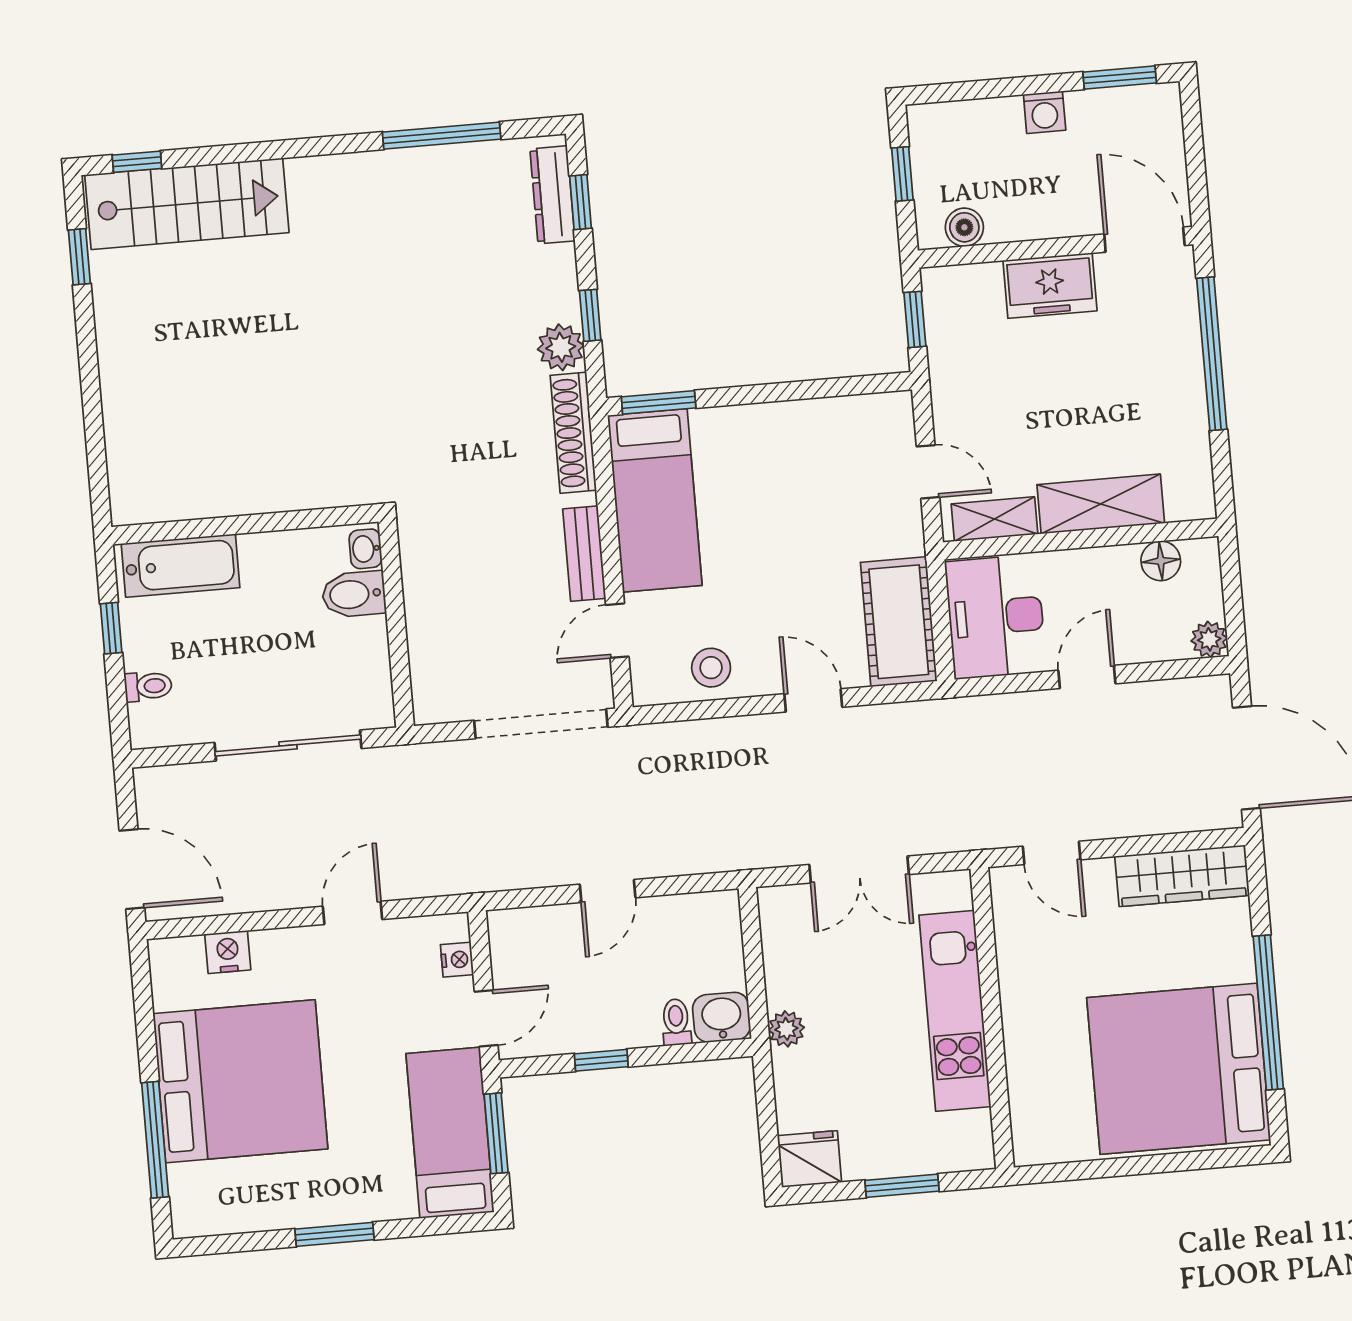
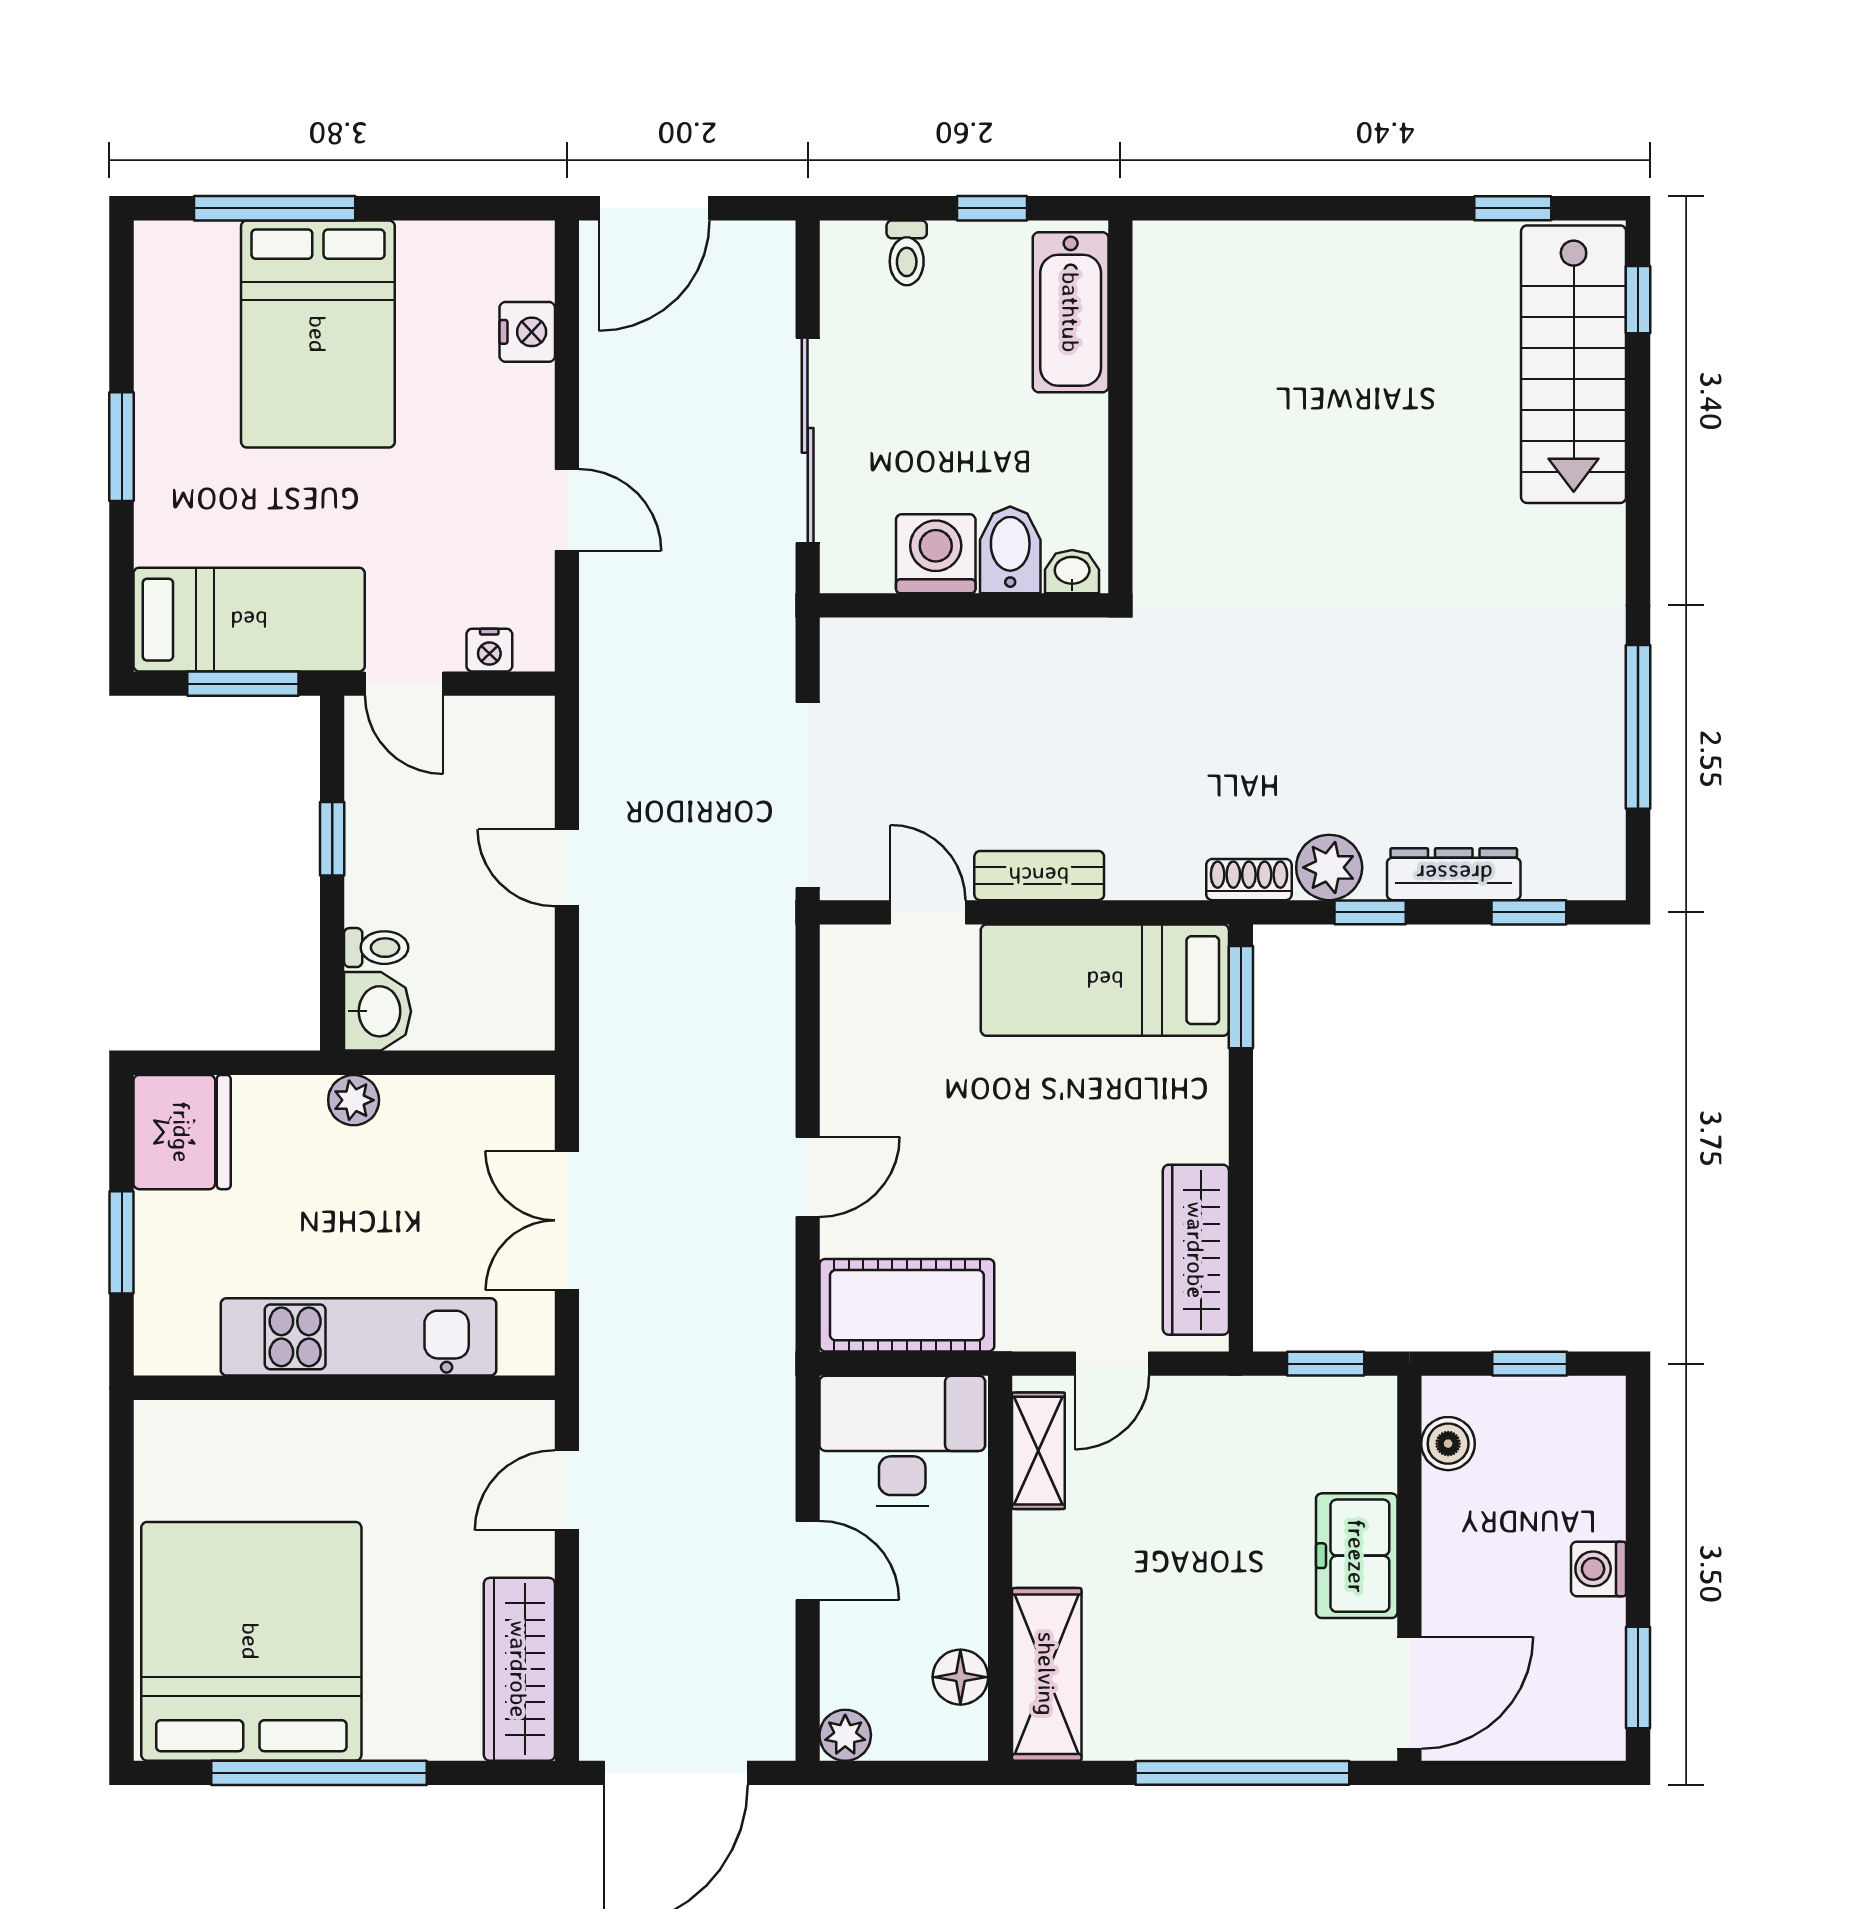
dresser: (553, 195) -> (1454, 874), moved
wardrobe: (842, 419) -> (1196, 1250), added
shoe rack: (573, 433) -> (1249, 880), width x0.51, depth x0.81
shelving: (1101, 504) -> (1047, 1674), moved
washing machine: (361, 647) -> (936, 554), added
stool: (711, 668) -> (865, 1038), removed
bed: (240, 1081) -> (318, 334), width x0.73
fridge: (810, 1159) -> (182, 1132), width x1.36, depth x1.34

